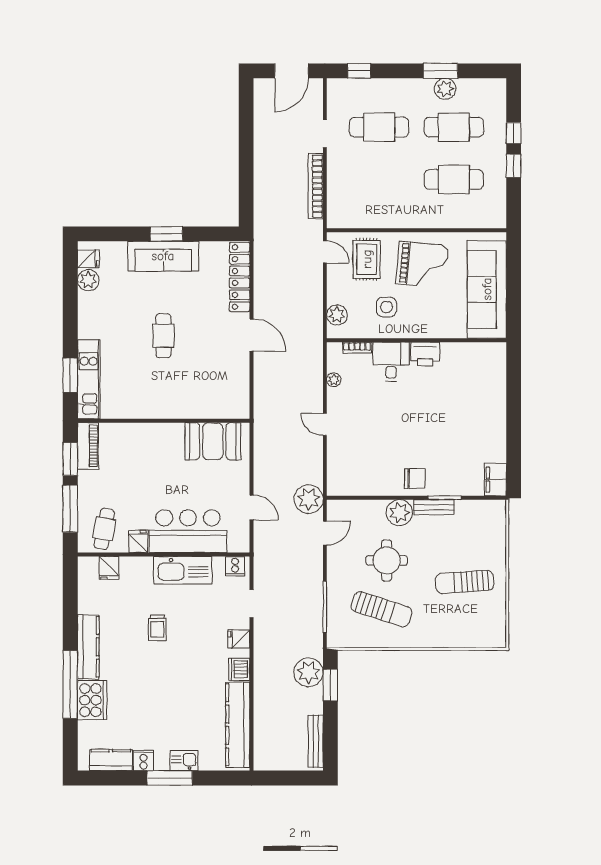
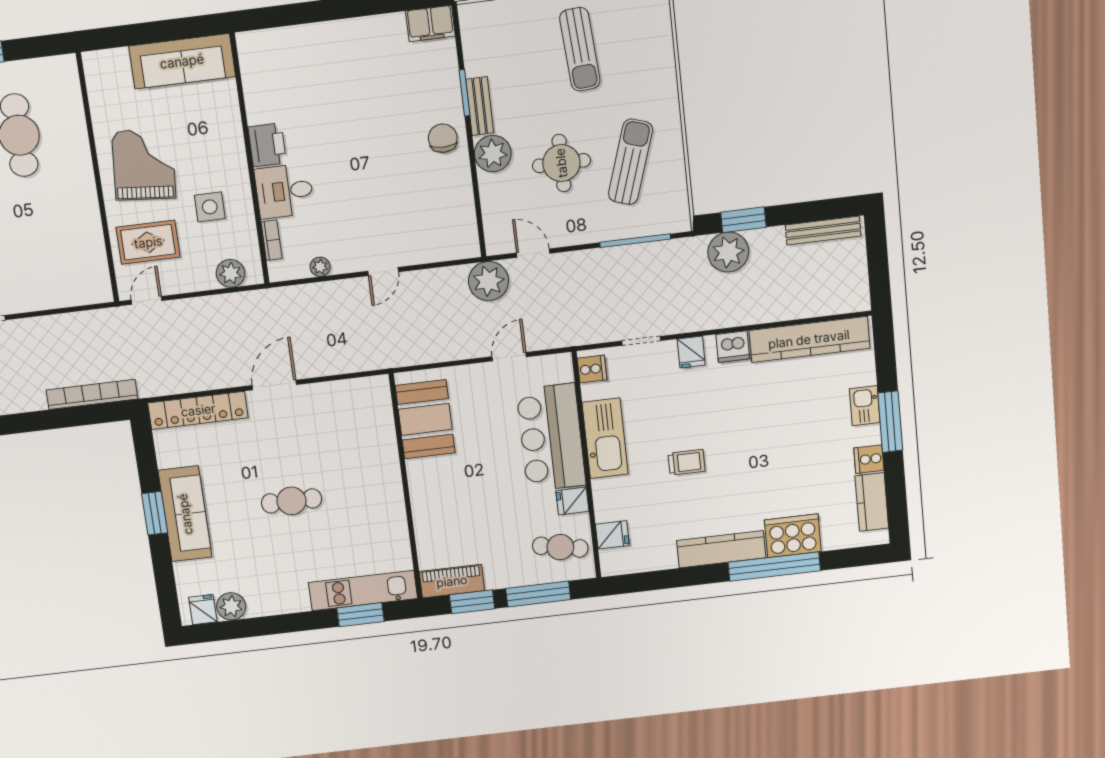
bookcase: (316, 186) -> (92, 394), moved, turned 180
sofa: (487, 289) -> (182, 61), width x0.74, depth x0.79

